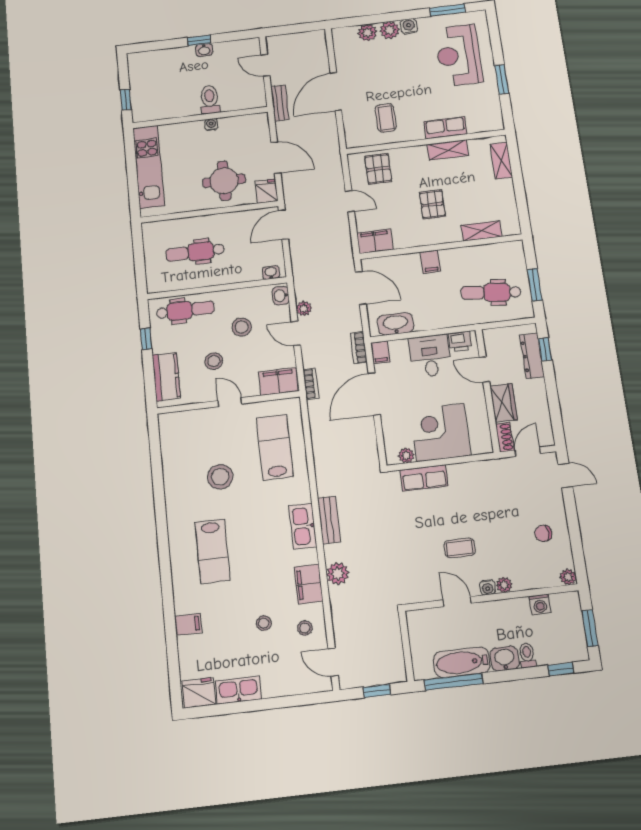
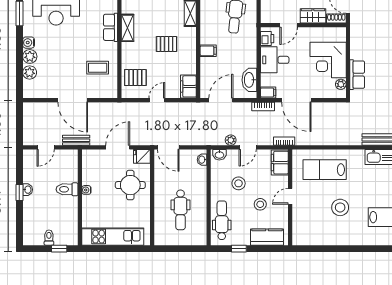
toilet: (140, 85) -> (49, 238), added

